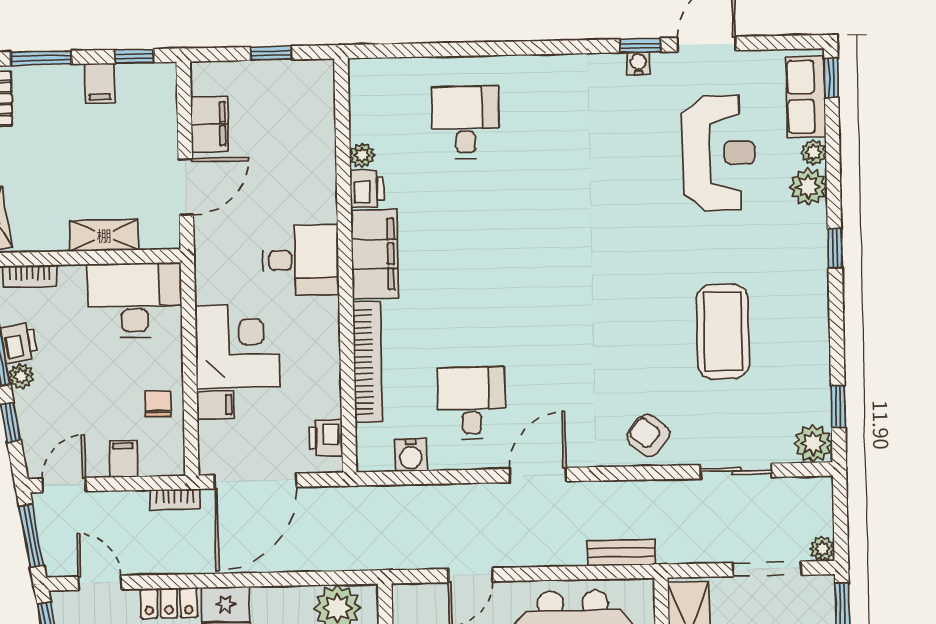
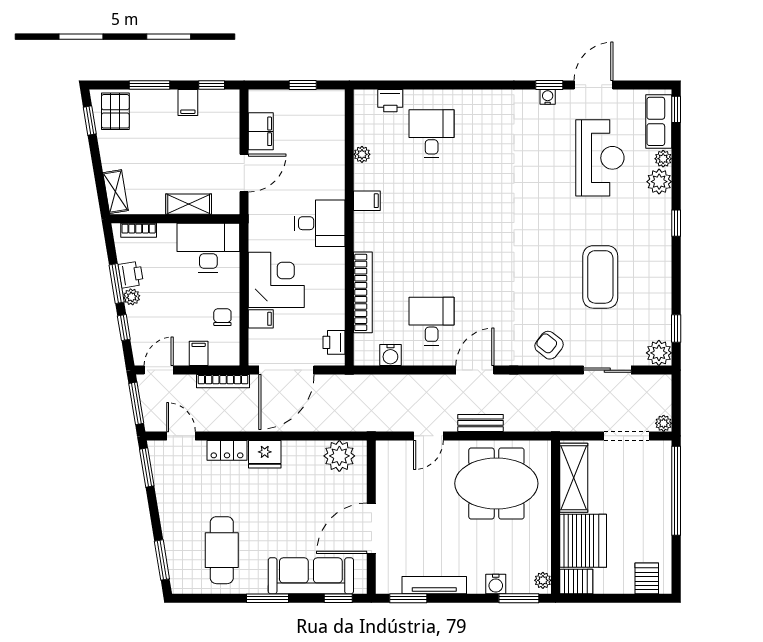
printer: (367, 189) -> (390, 101), moved, turned 90
filing cabinet: (375, 254) -> (367, 201), width x0.33, depth x0.86
bookcase: (175, 499) -> (223, 381), width x1.56
bench: (621, 552) -> (481, 423), moved

